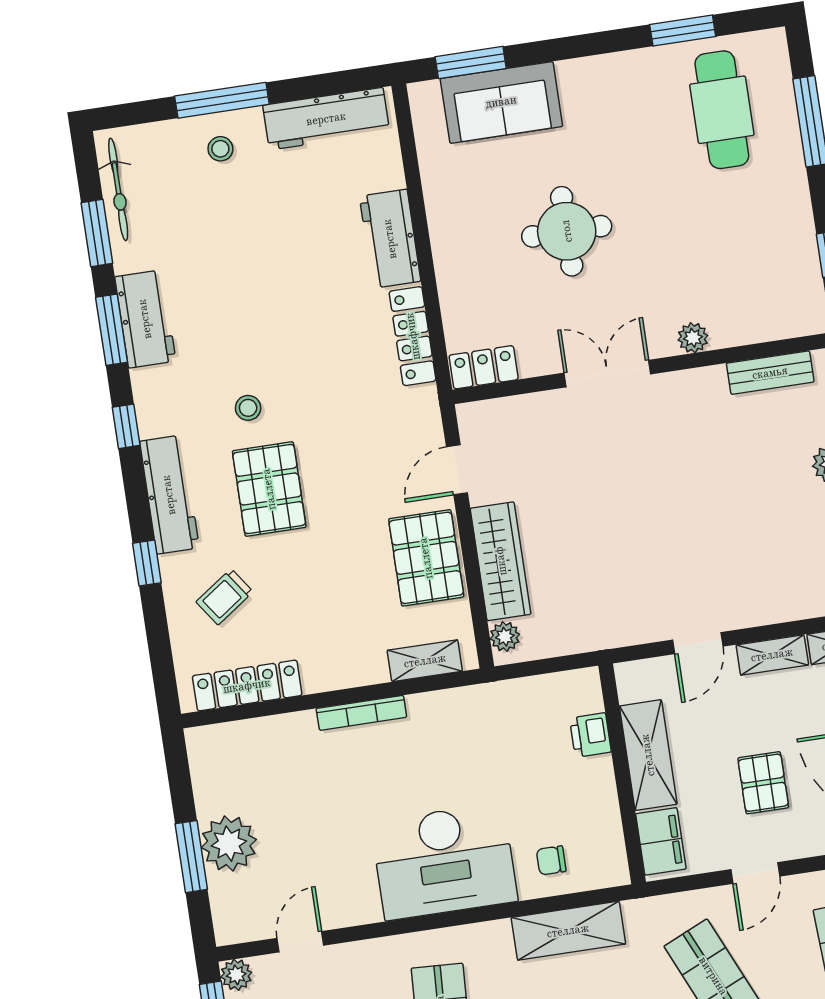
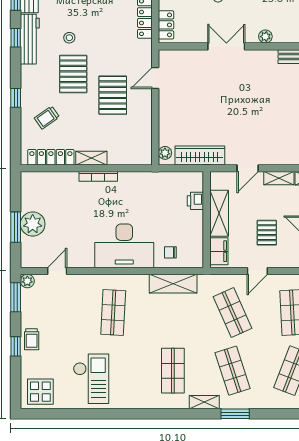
locker: (484, 367) -> (166, 25), moved, turned 90
workbench: (169, 495) -> (30, 39), moved
pallet: (426, 558) -> (113, 95), moved
wardrobe: (501, 561) -> (200, 155), moved, turned -90
shelving: (425, 661) -> (91, 158), moved

